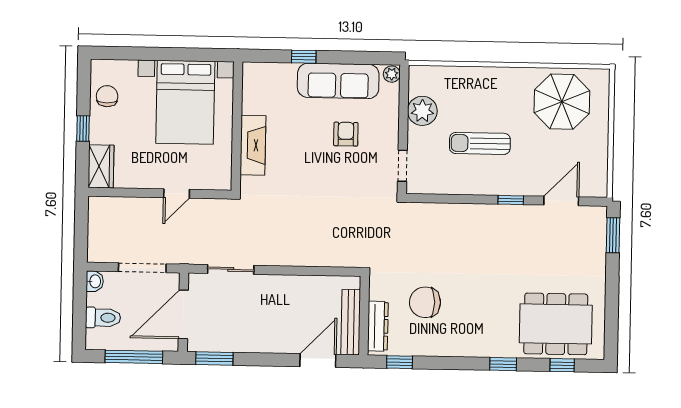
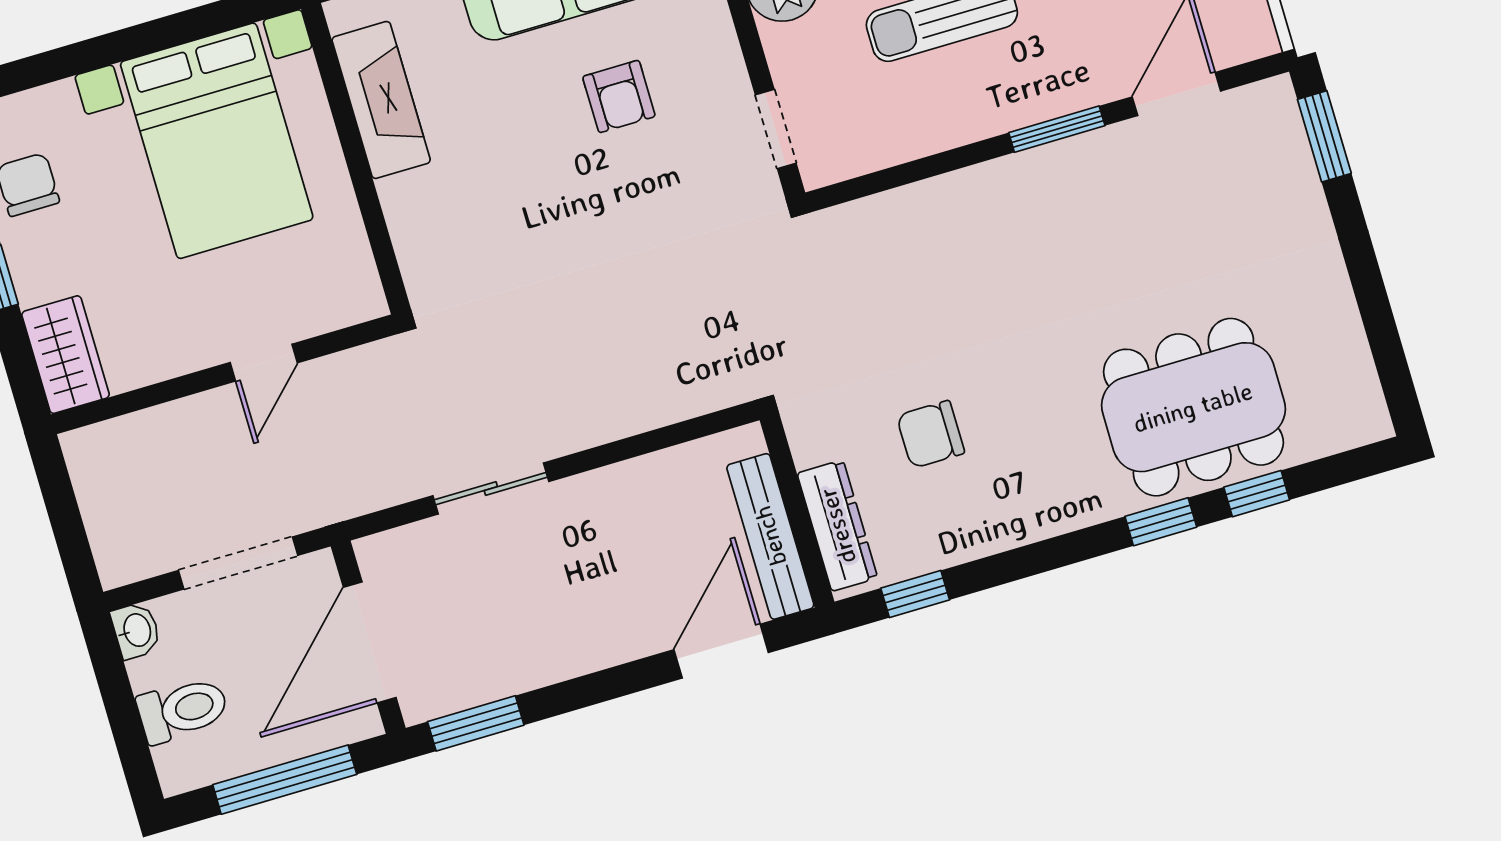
armchair: (346, 134) -> (619, 96), turned 180
fireplace: (253, 145) -> (381, 100), moved
window: (511, 200) -> (1057, 129), width x1.50
sliding door: (231, 269) -> (491, 489), moved
chair: (425, 302) -> (931, 434), width x0.73, depth x0.73
dining table: (556, 324) -> (1193, 407), moved
window: (562, 365) -> (1257, 494), moved

